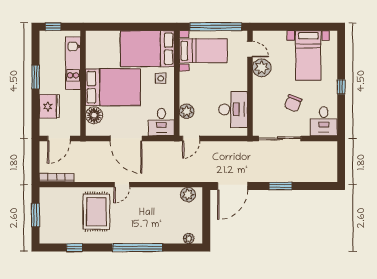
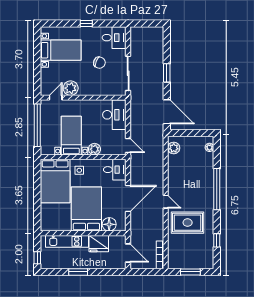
bed with nightstands: (203, 51) -> (71, 136), moved
fridge: (49, 106) -> (99, 244), moved, turned 180
desk: (233, 109) -> (114, 115), moved, turned 90
plant: (187, 111) -> (94, 149), moved

